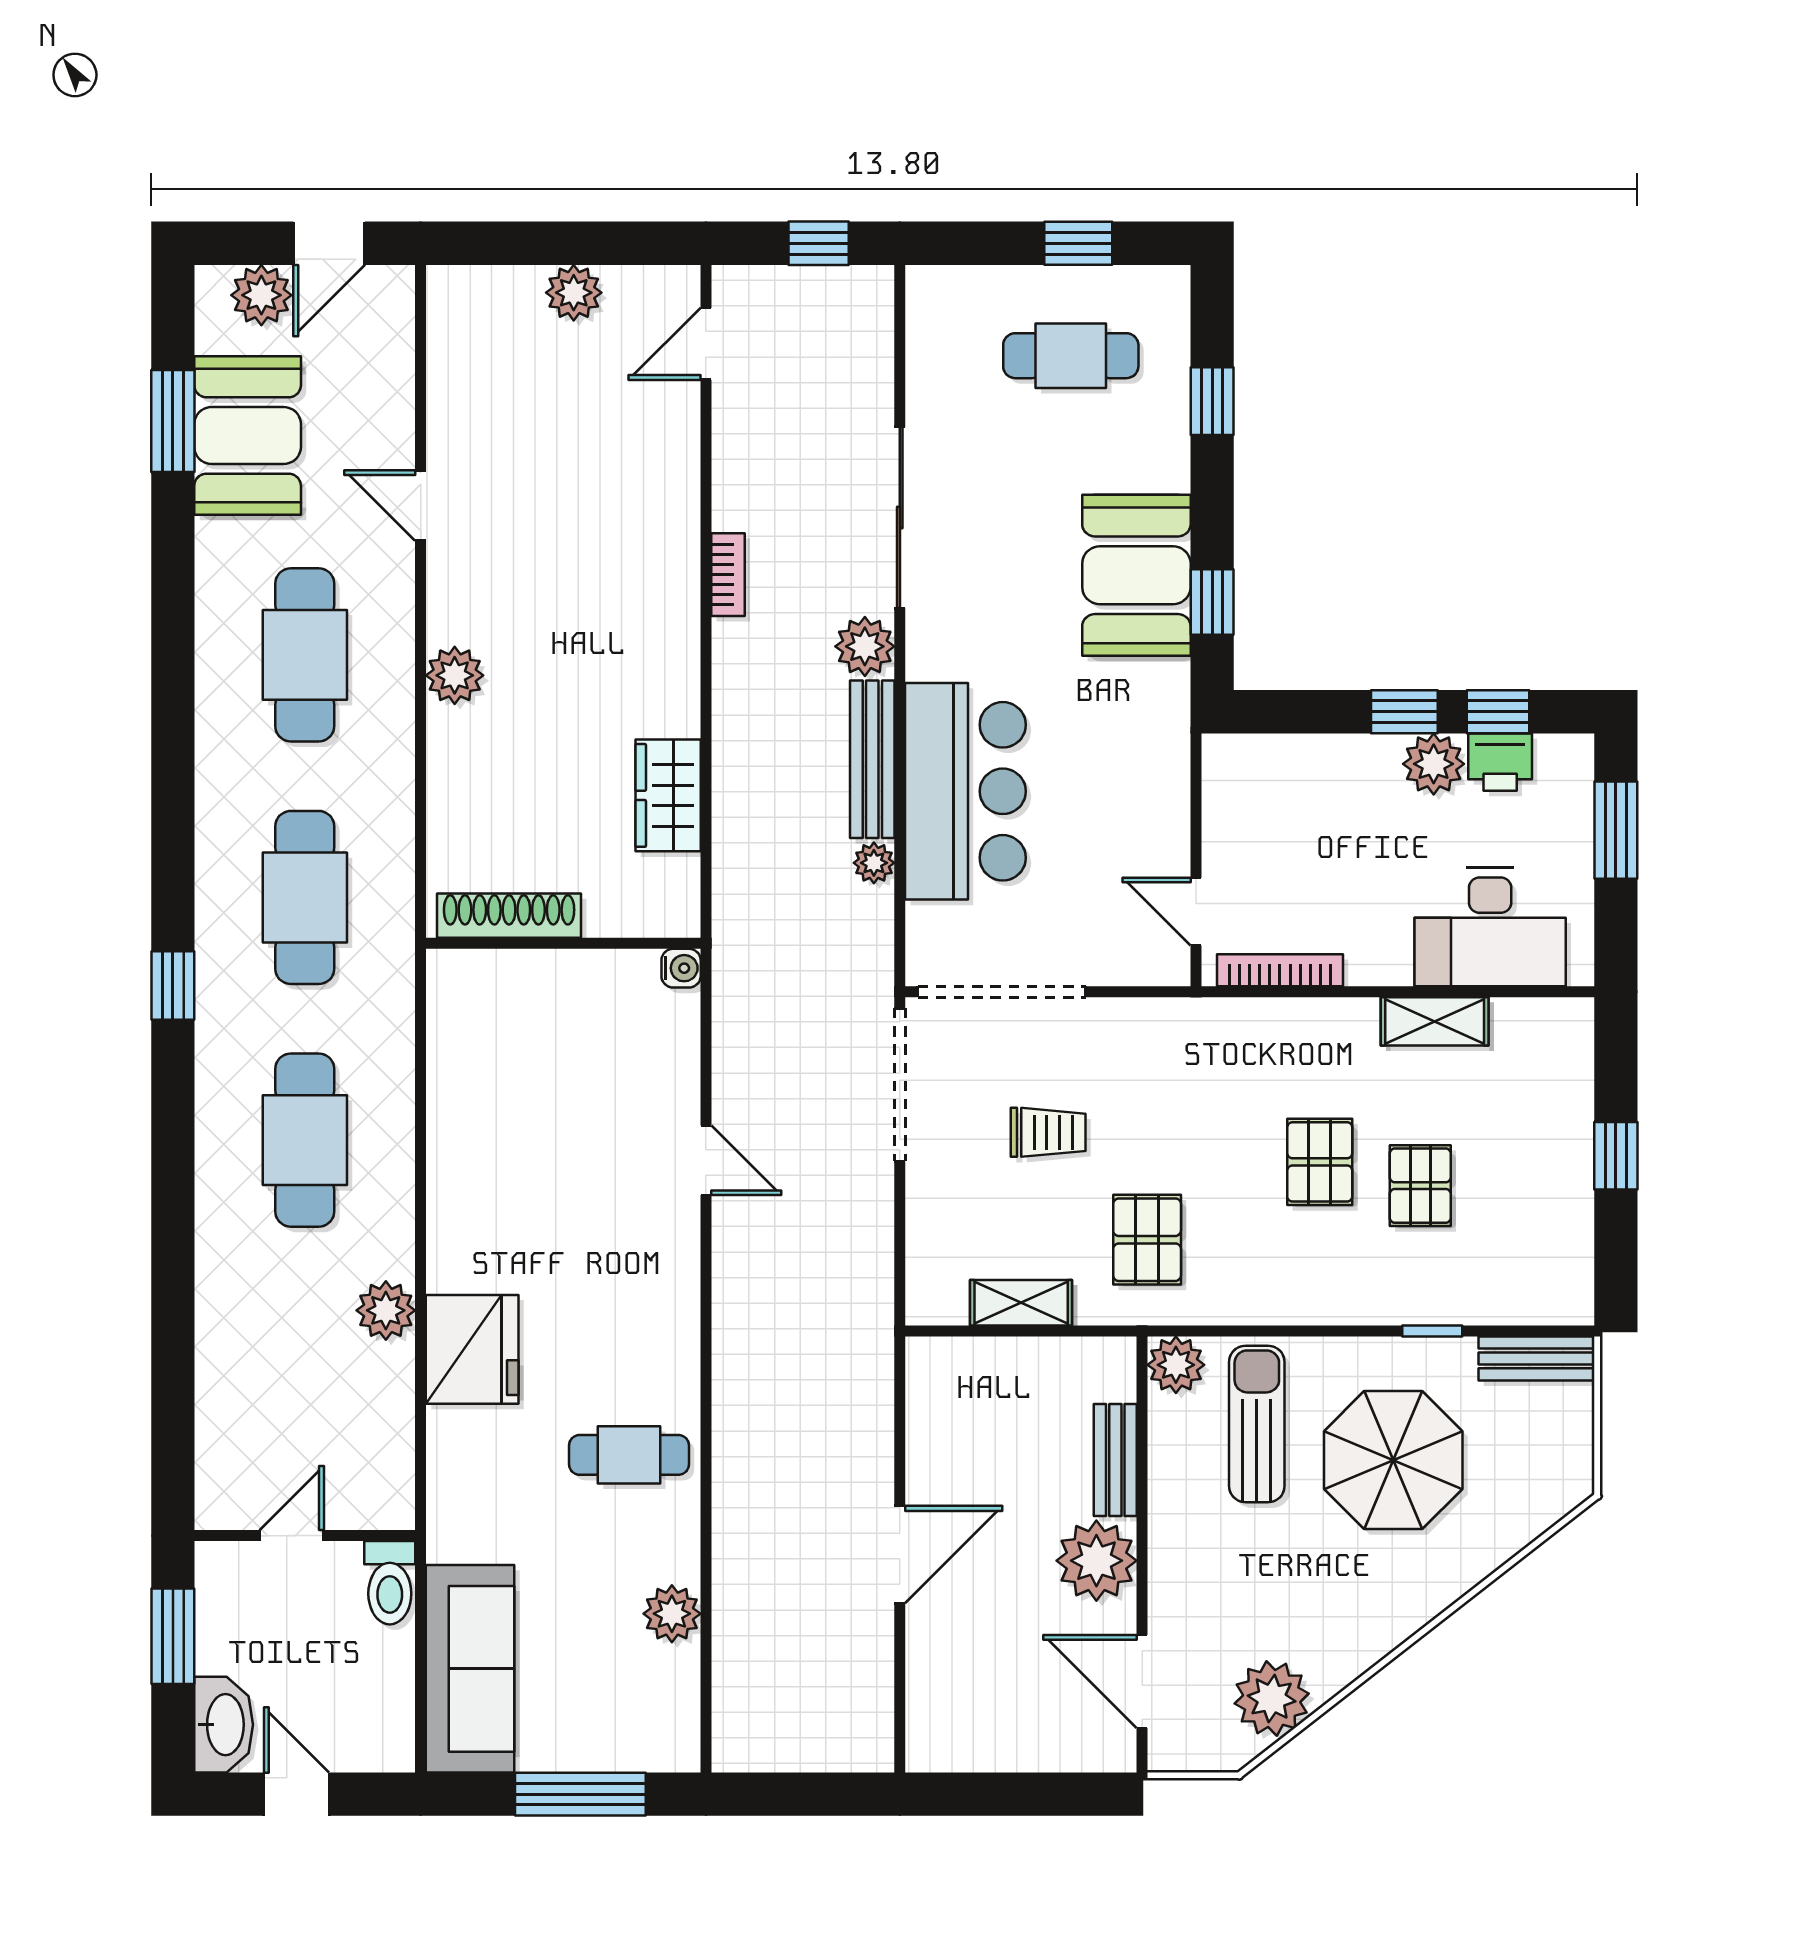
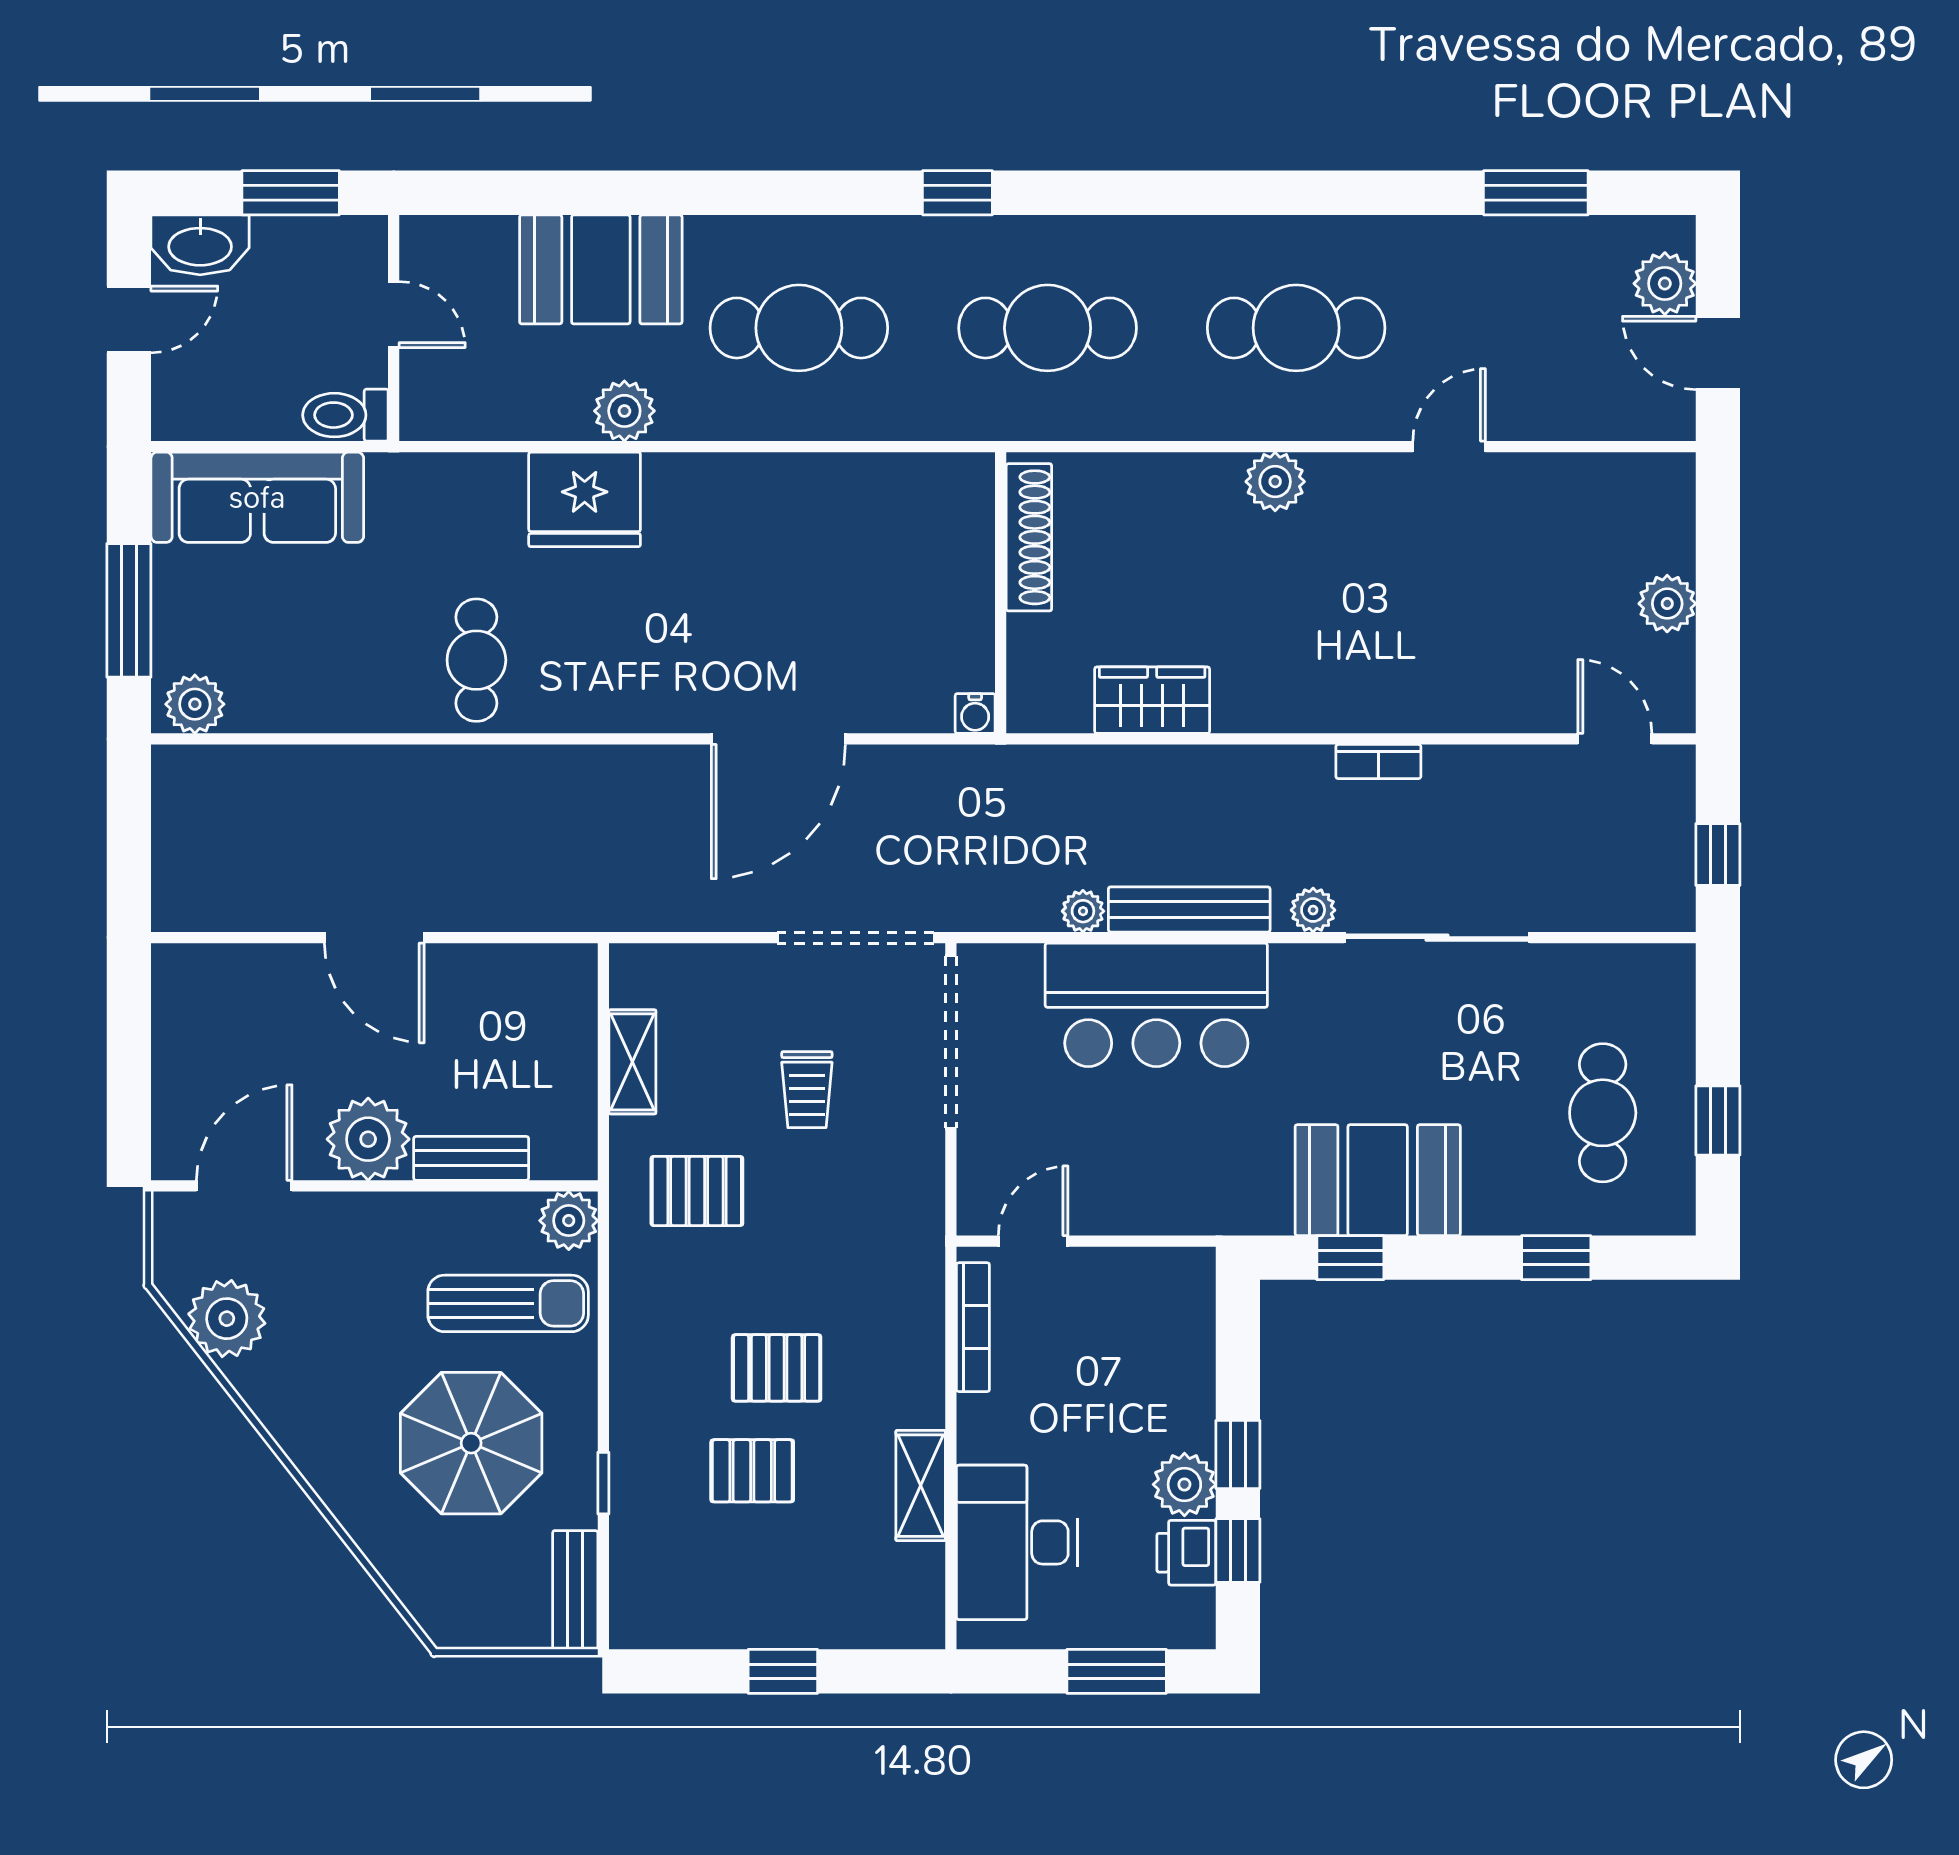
booth: (248, 436) -> (601, 269), moved
plant: (865, 646) -> (1313, 910), width x0.73, depth x0.73
door: (706, 1160) -> (778, 739), width x1.87
plant: (672, 1614) -> (195, 704), moved

